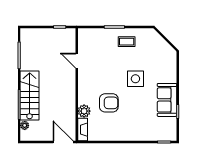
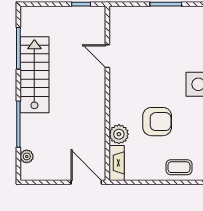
coffee table: (127, 42) -> (179, 167), moved
stairs: (30, 96) -> (34, 75), moved

